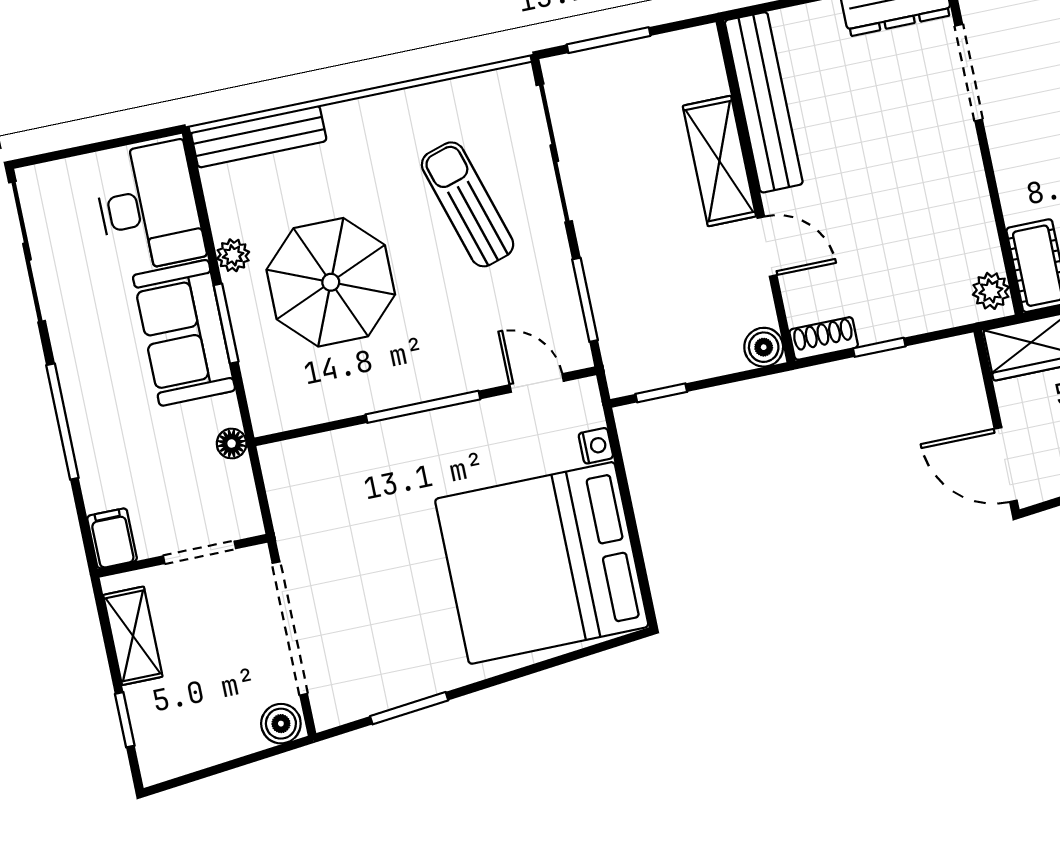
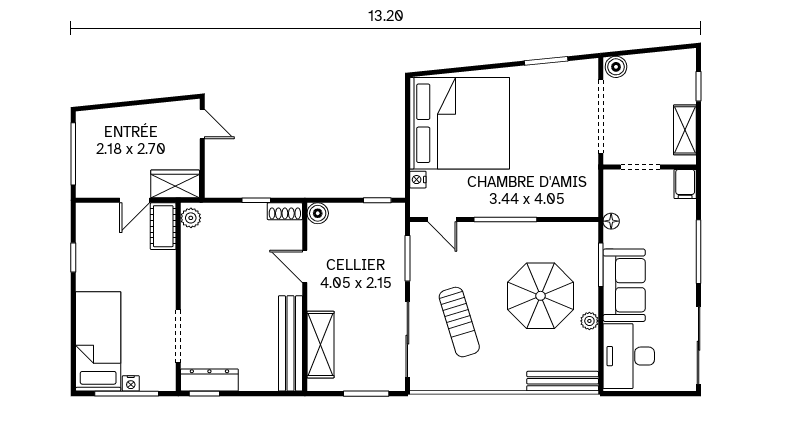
shelving: (719, 161) -> (321, 345), moved
window: (226, 323) -> (601, 265), moved
door: (1006, 465) -> (202, 124), width x0.73

